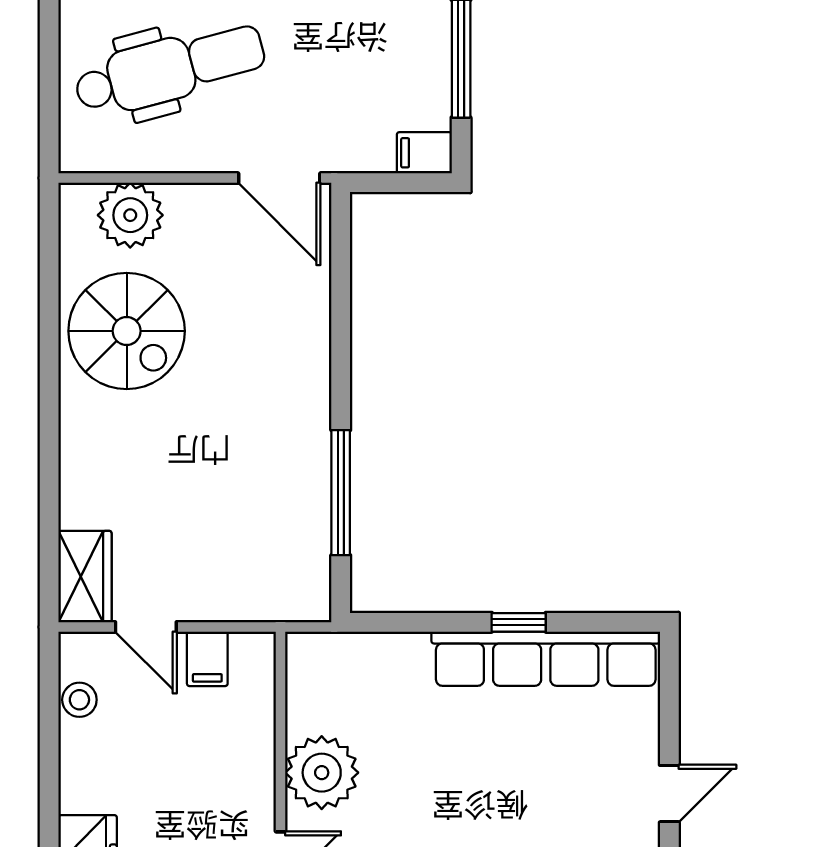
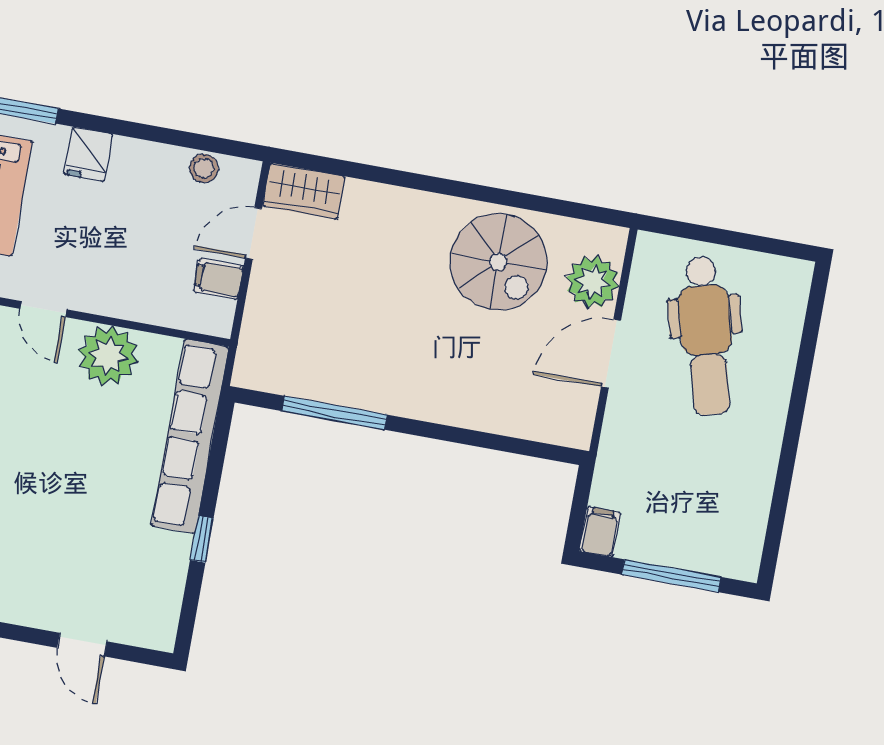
door: (279, 178) -> (611, 354), moved
spiral stairs: (127, 331) -> (498, 262), turned -90
row of seats: (546, 659) -> (190, 436), moved
door: (669, 794) -> (82, 645), moved

